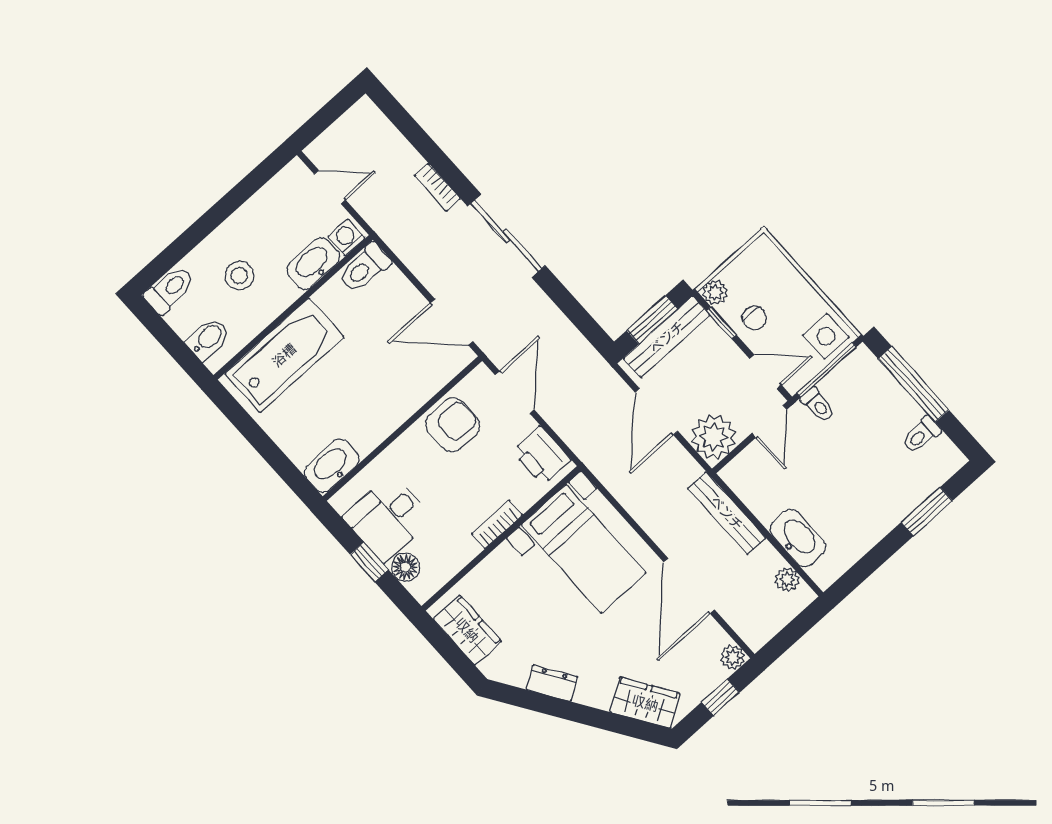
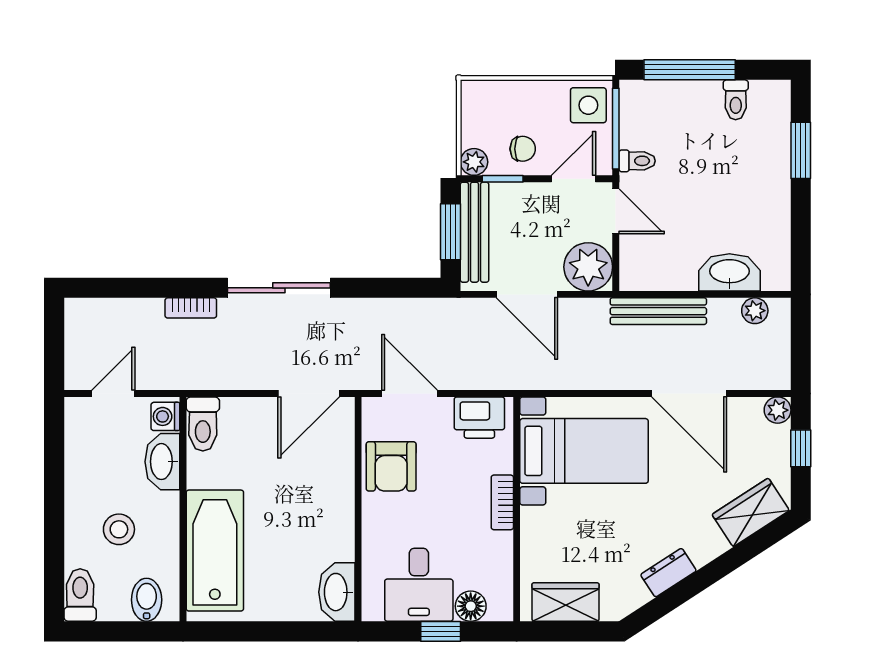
armchair: (453, 425) -> (391, 466), turned 180

